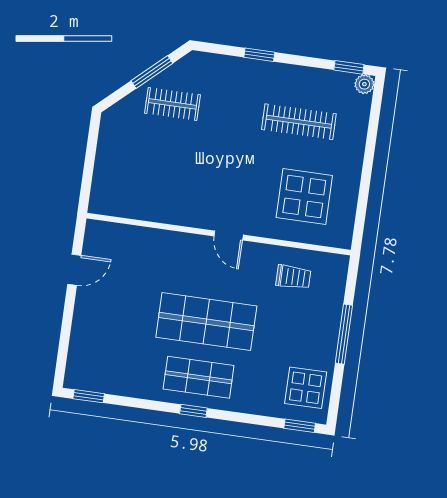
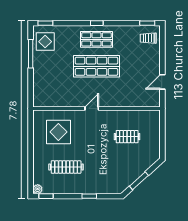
clothes rail: (172, 104) -> (127, 137), moved
door: (229, 236) -> (92, 108), hinge flipped
trolley: (293, 277) -> (148, 38), moved
window: (344, 334) -> (31, 54), moved

